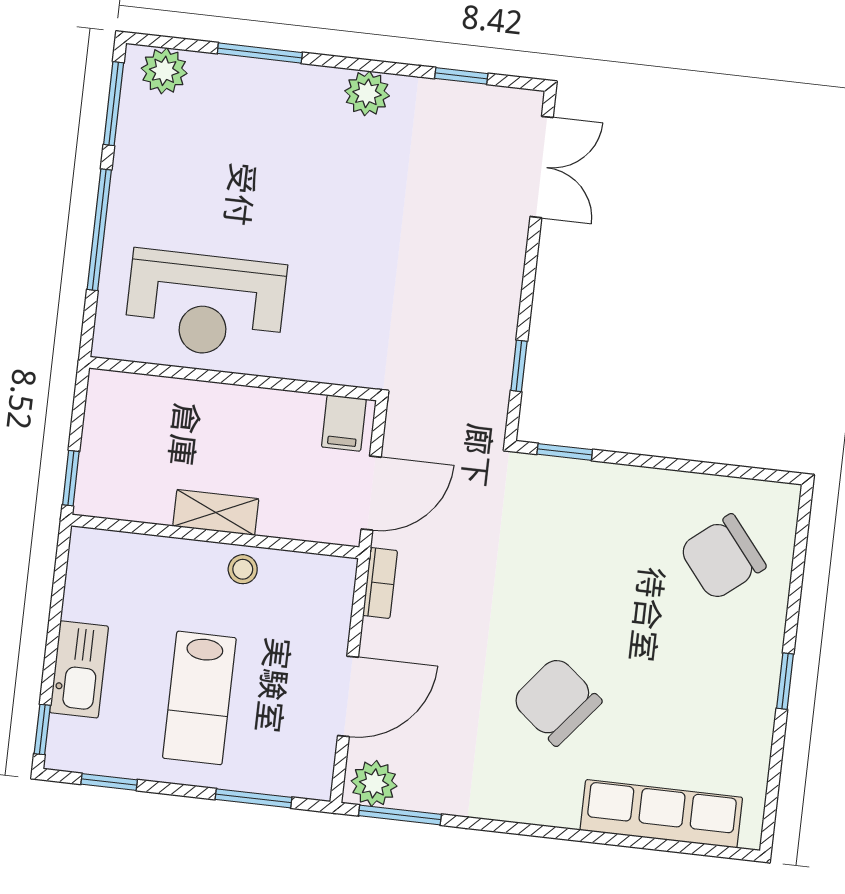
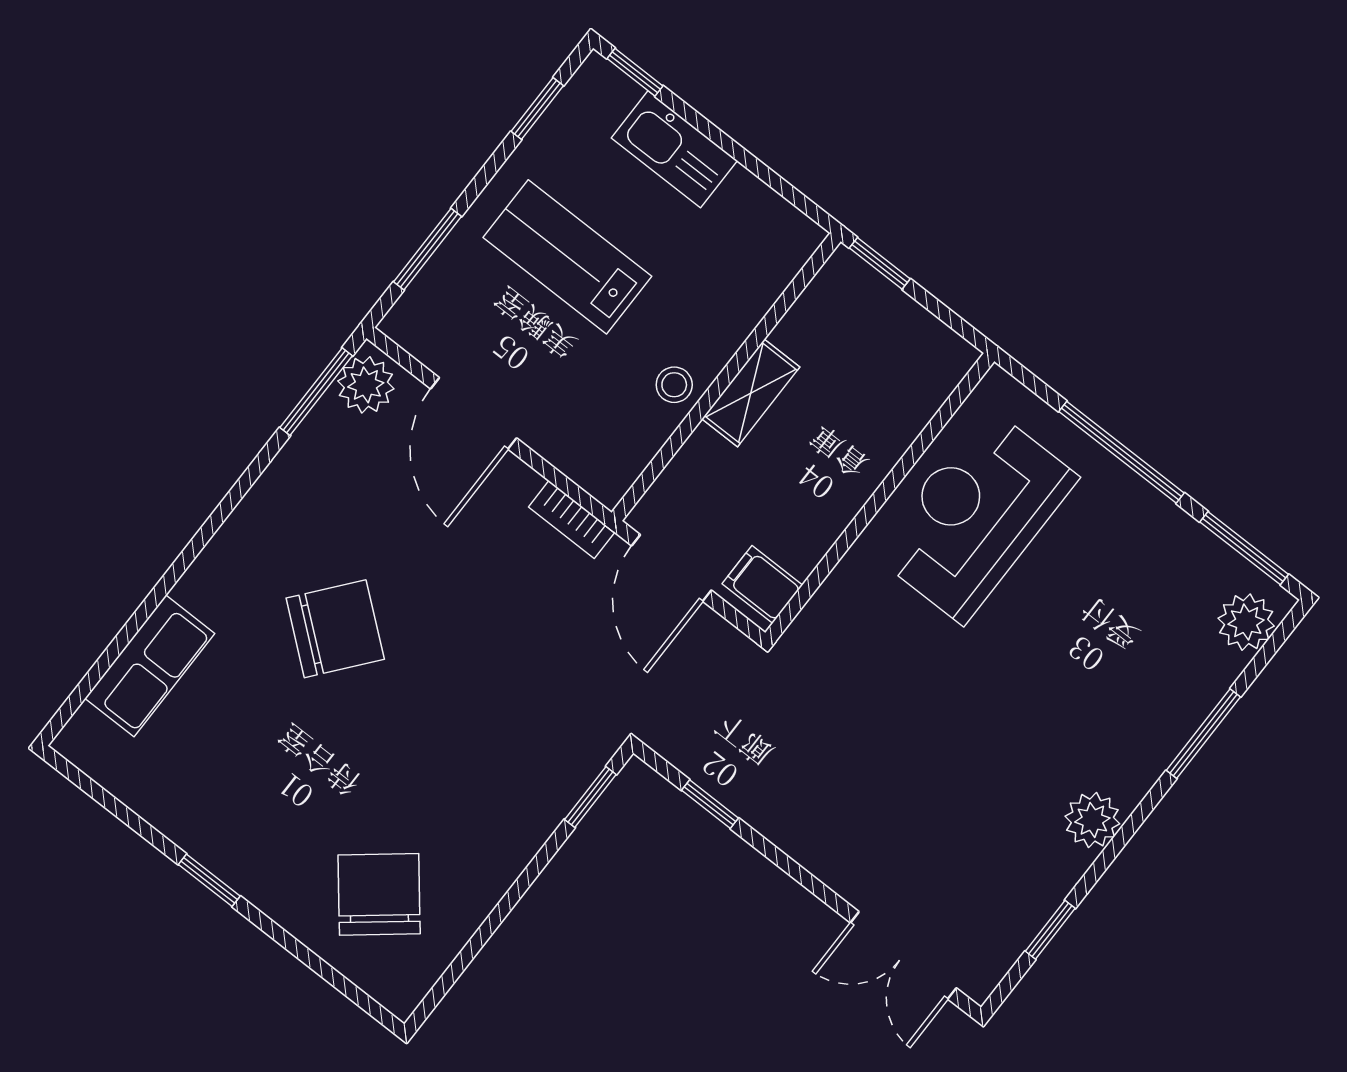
row of seats: (661, 814) -> (150, 666), width x0.68

